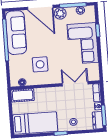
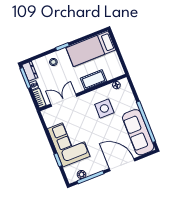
plant: (60, 13) -> (100, 165), removed
double door: (75, 84) -> (64, 100), swing flipped
cot: (23, 95) -> (94, 80), moved

